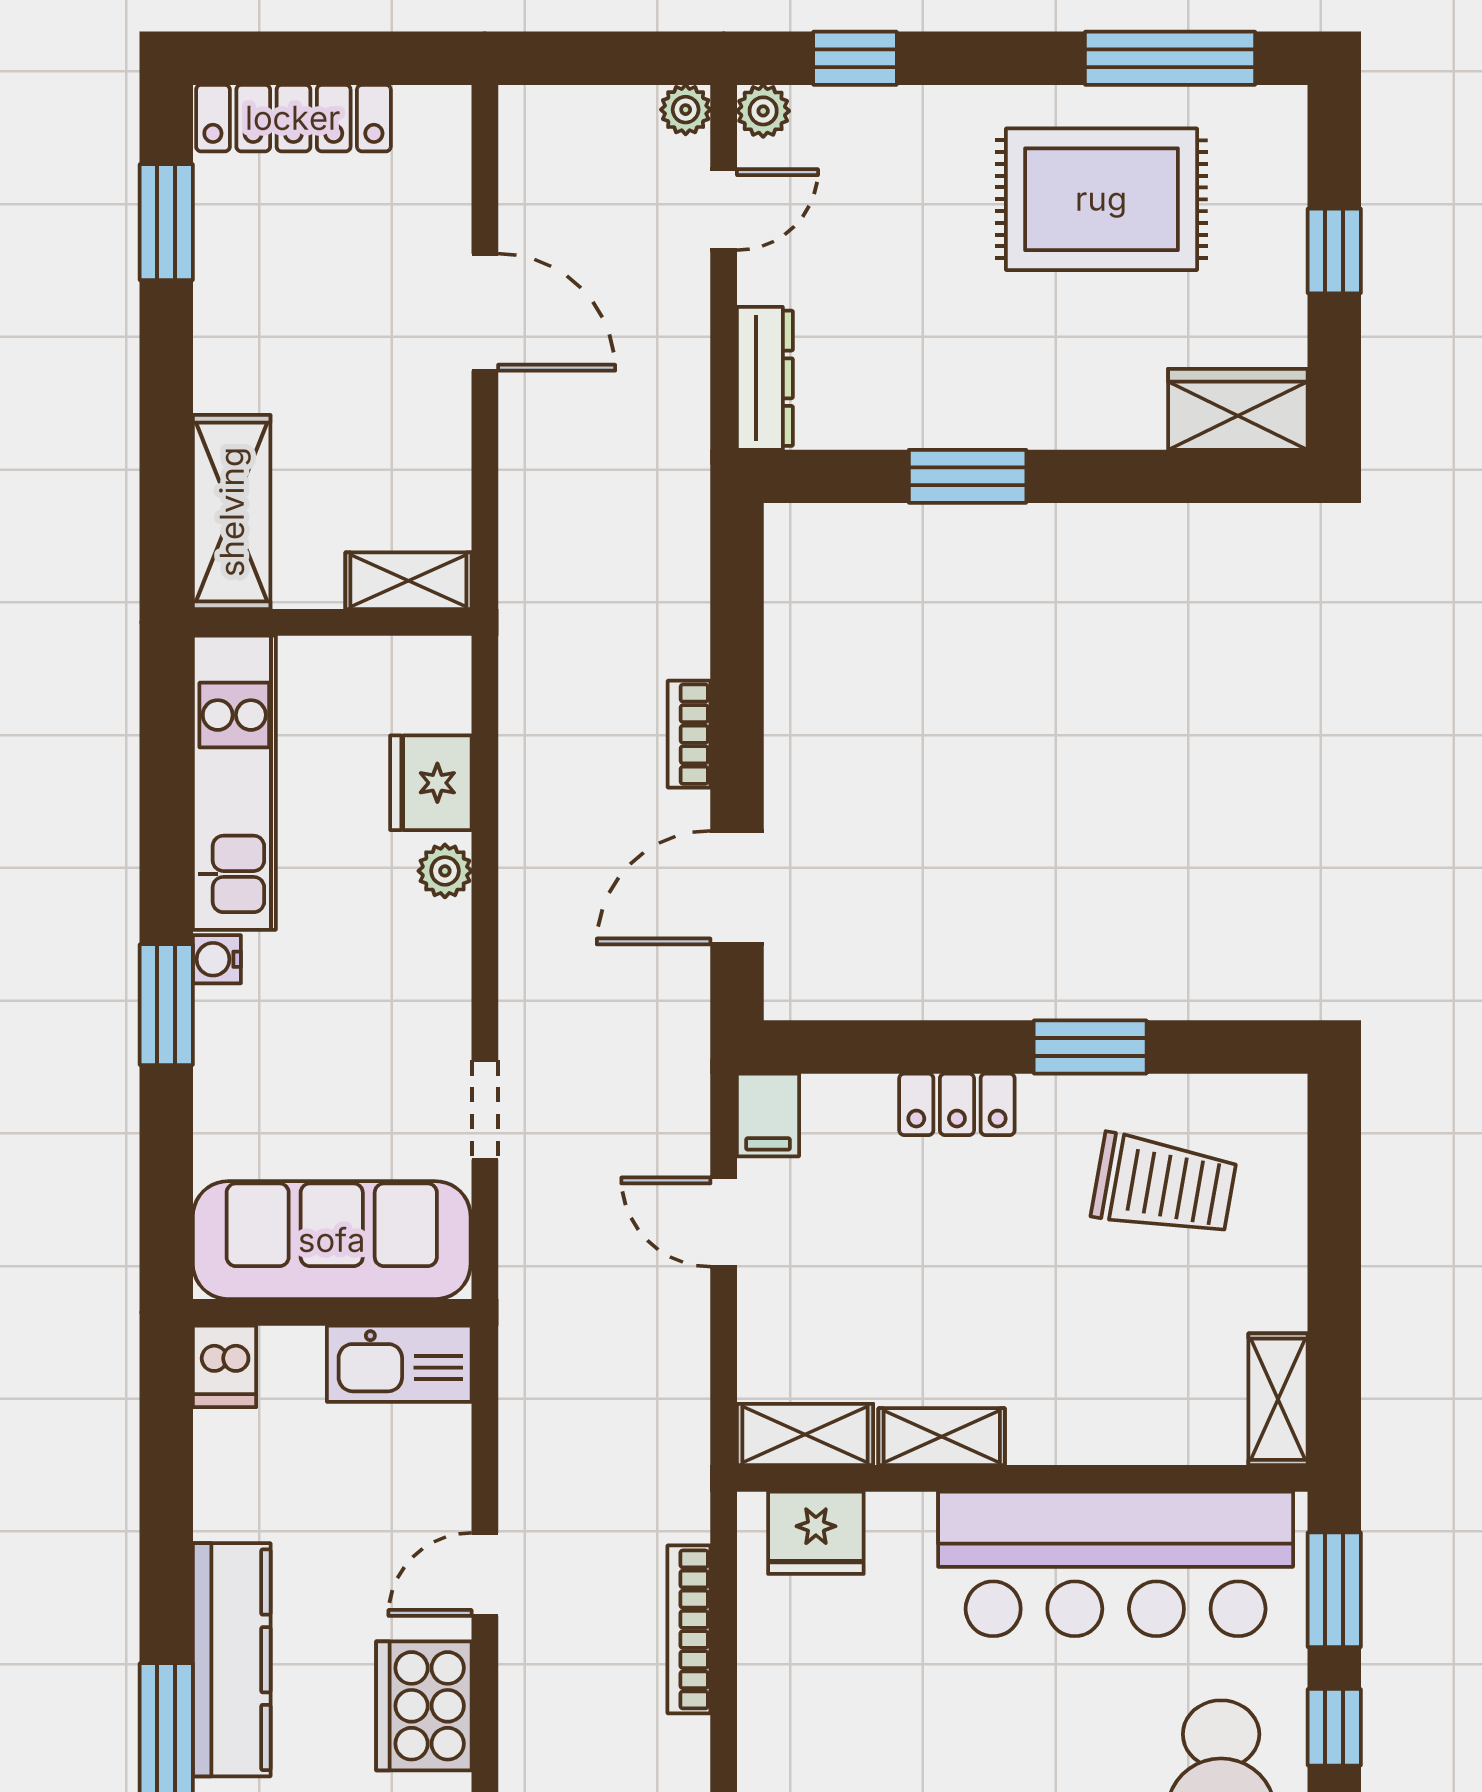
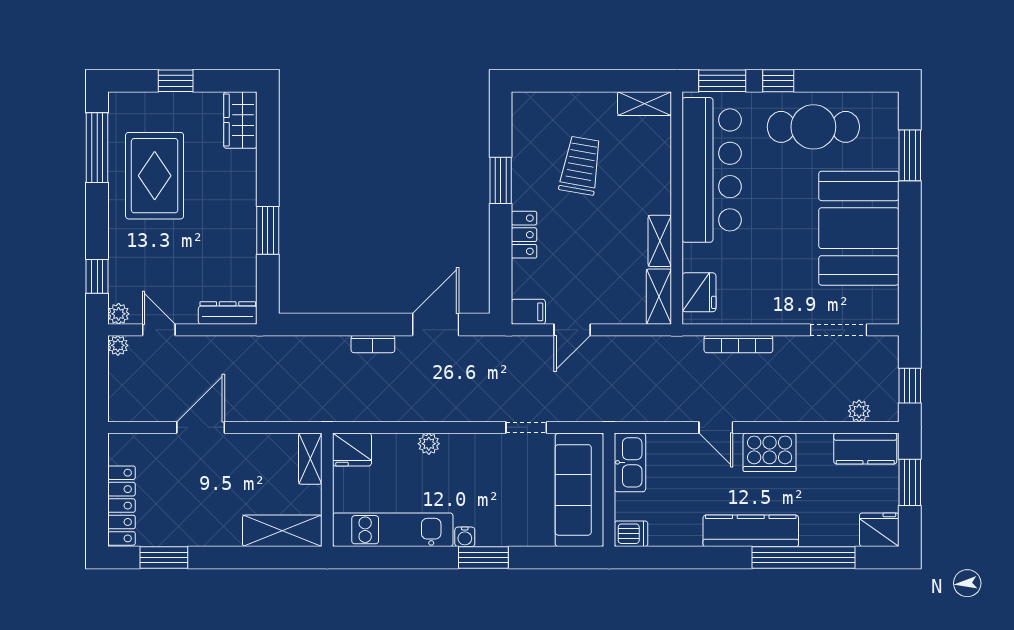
fridge: (431, 783) -> (352, 449), moved
door: (737, 888) -> (436, 324), swing flipped
trolley: (1164, 1185) -> (581, 166), moved

